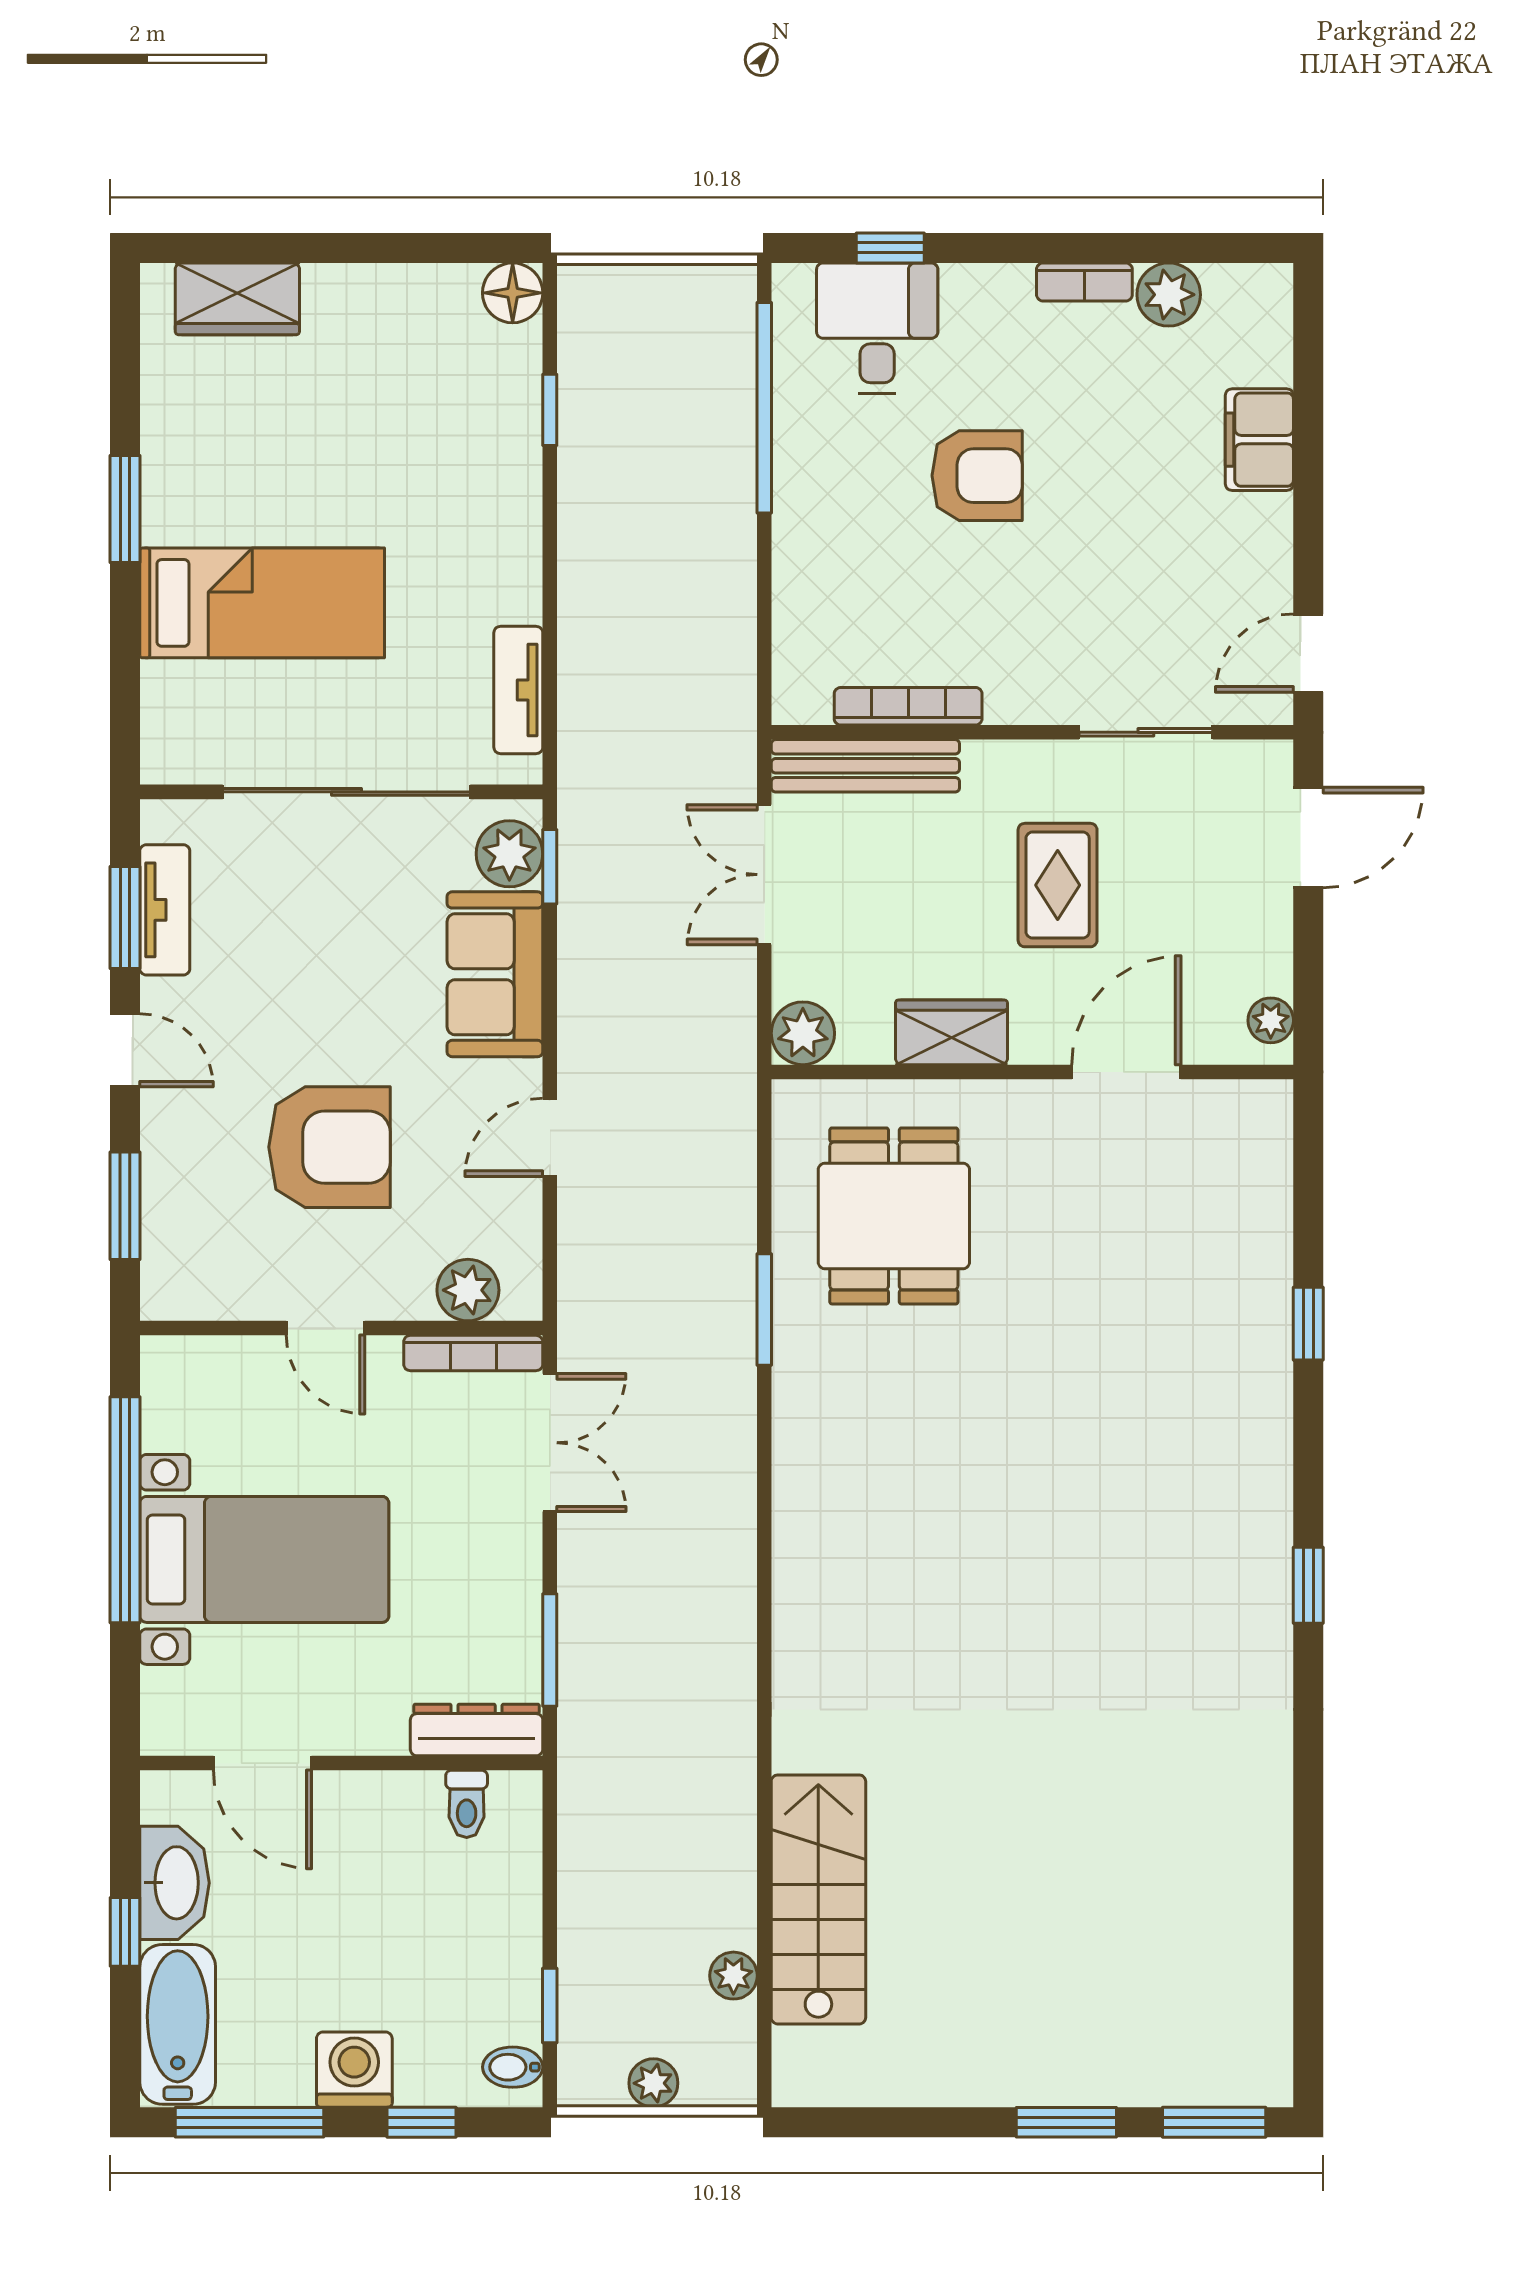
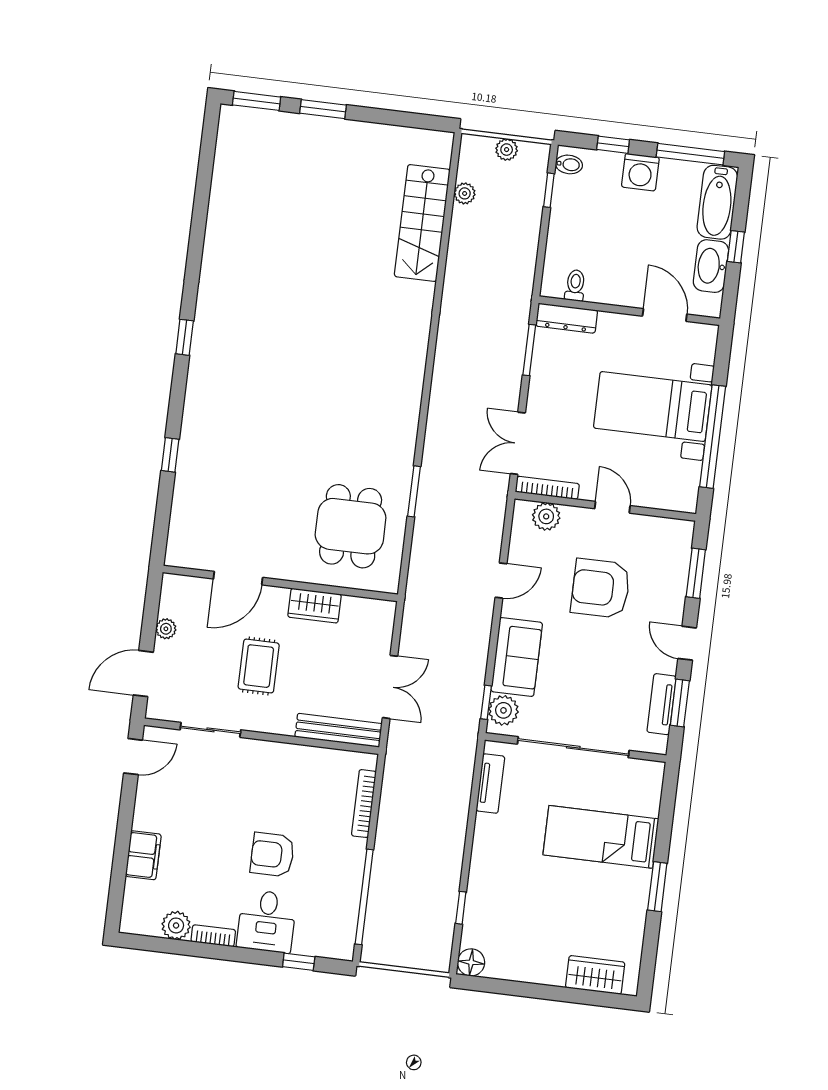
desk: (877, 328) -> (267, 921), moved
bookcase: (908, 706) -> (364, 804), moved, turned 90
plant: (1271, 1020) -> (166, 629), moved
plant: (803, 1033) -> (381, 613), removed

